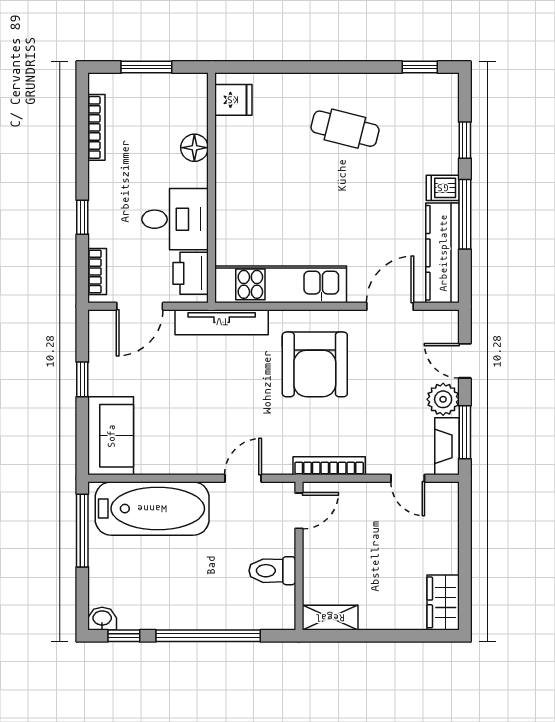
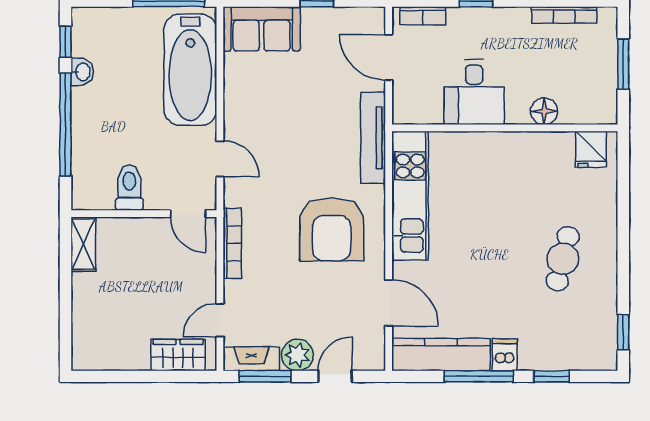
printer: (191, 273) -> (421, 107), removed
armchair: (315, 364) -> (332, 229), turned -90
wardrobe: (443, 602) -> (178, 355), moved
washbasin: (102, 619) -> (82, 72), moved

